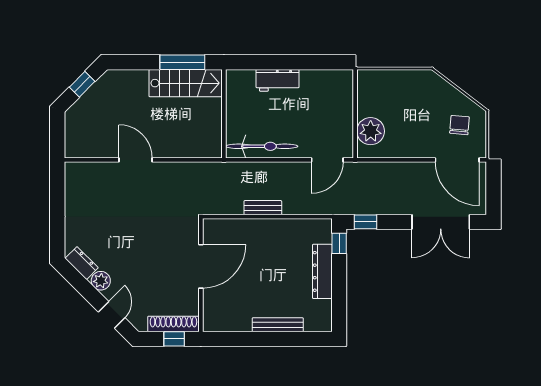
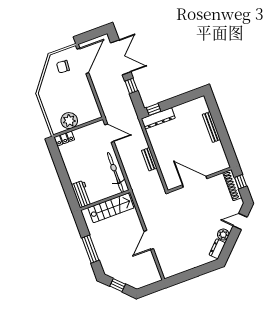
window: (182, 62) -> (90, 249), moved
workbench: (278, 80) -> (82, 194), moved
stairs: (186, 83) -> (111, 208), moved, turned 90
locker: (345, 86) -> (64, 138), added
plant: (371, 131) -> (69, 121), moved
window: (366, 222) -> (131, 86), moved
dresser: (322, 271) -> (158, 118), moved

